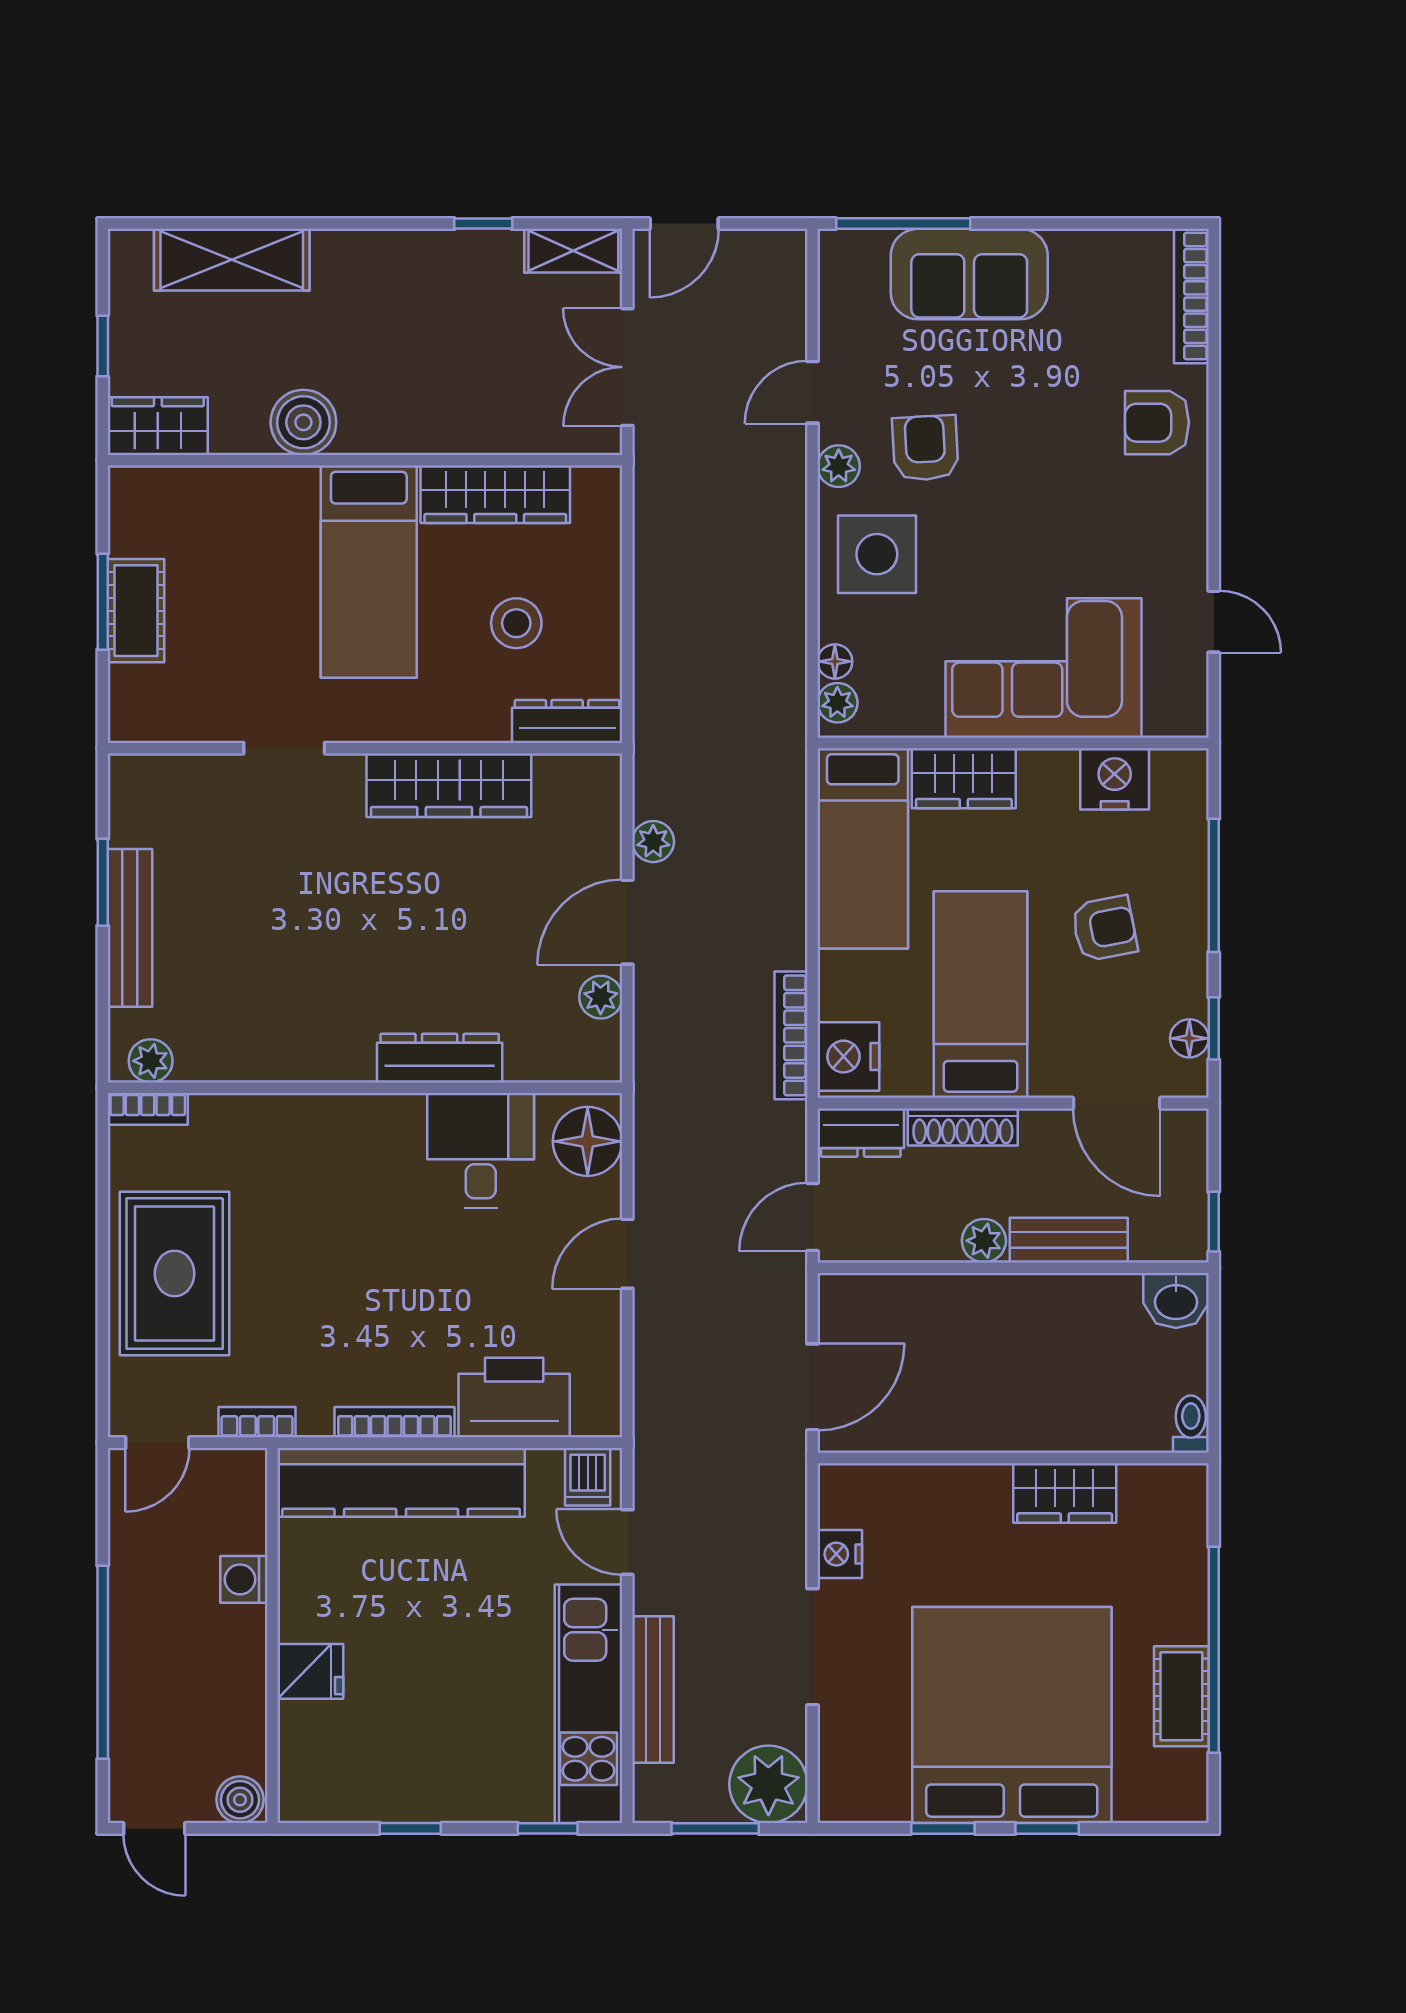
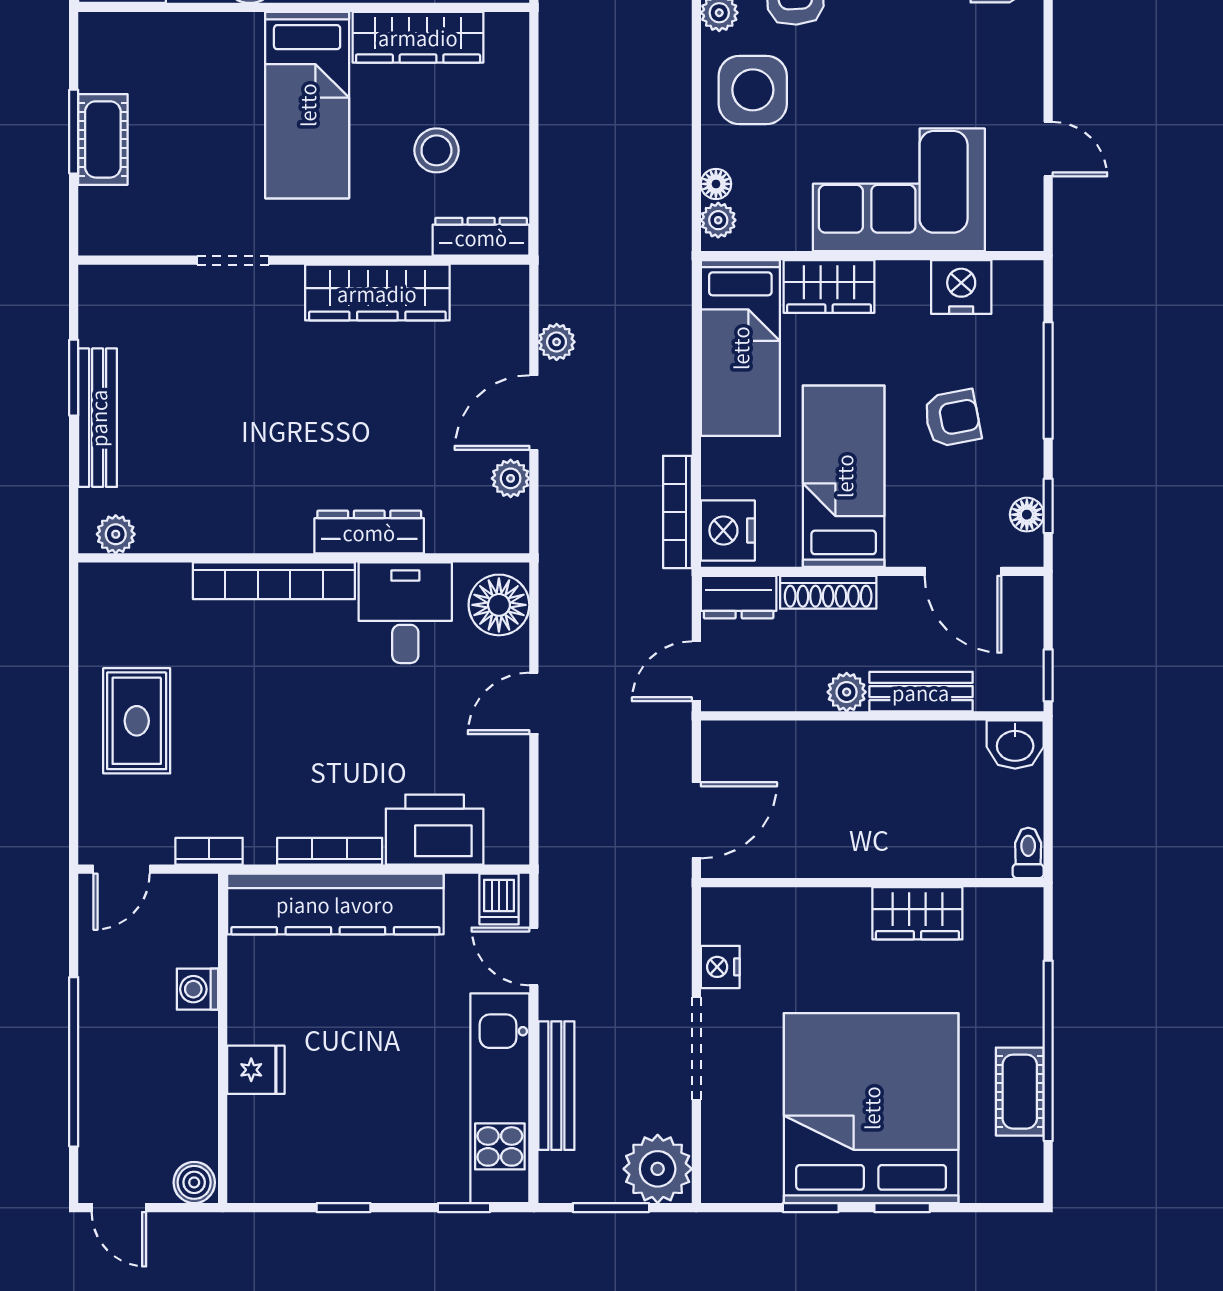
bookcase: (148, 1109) -> (274, 581), moved, width x2.31, depth x1.31
rug: (175, 1273) -> (137, 721), width x0.73, depth x0.70

